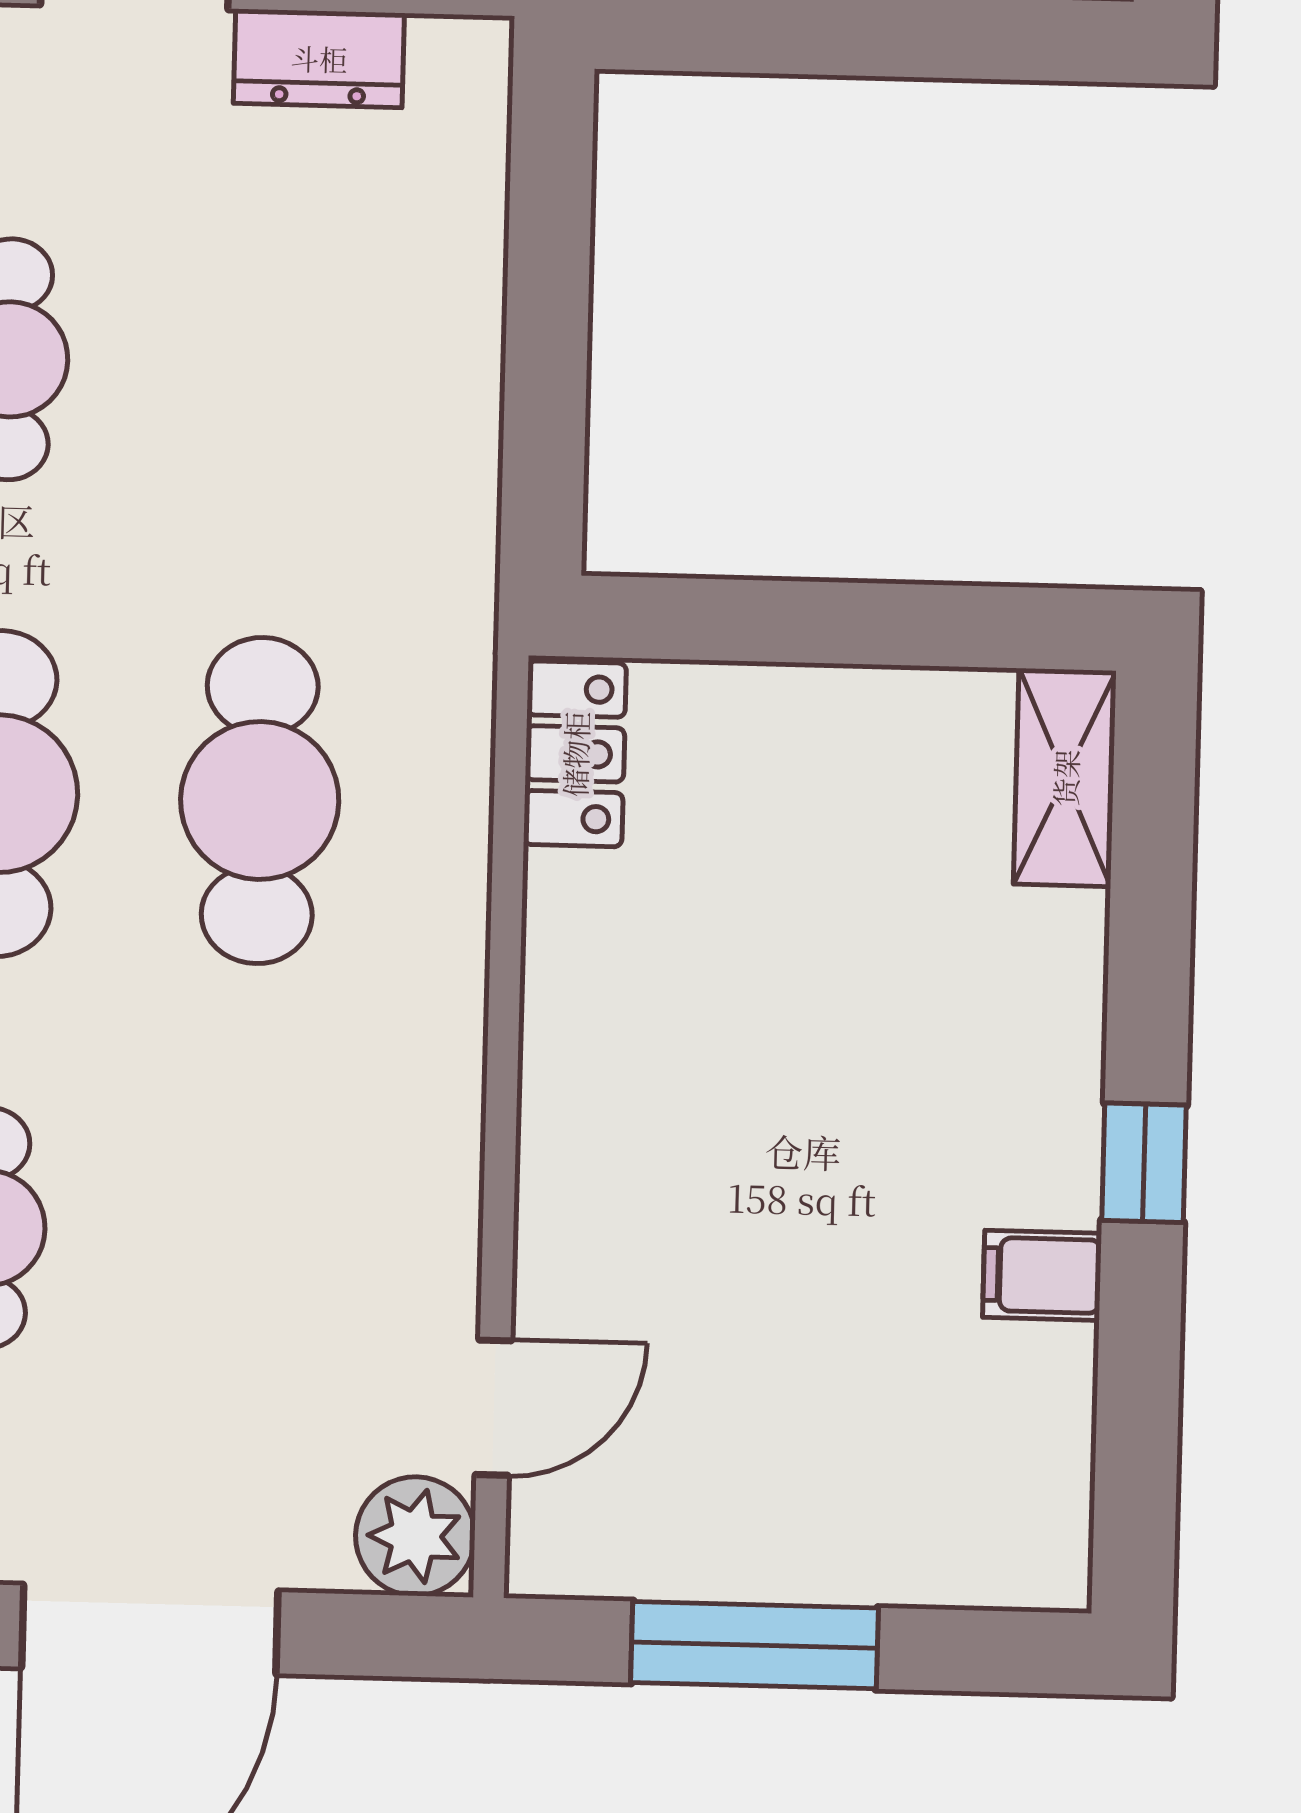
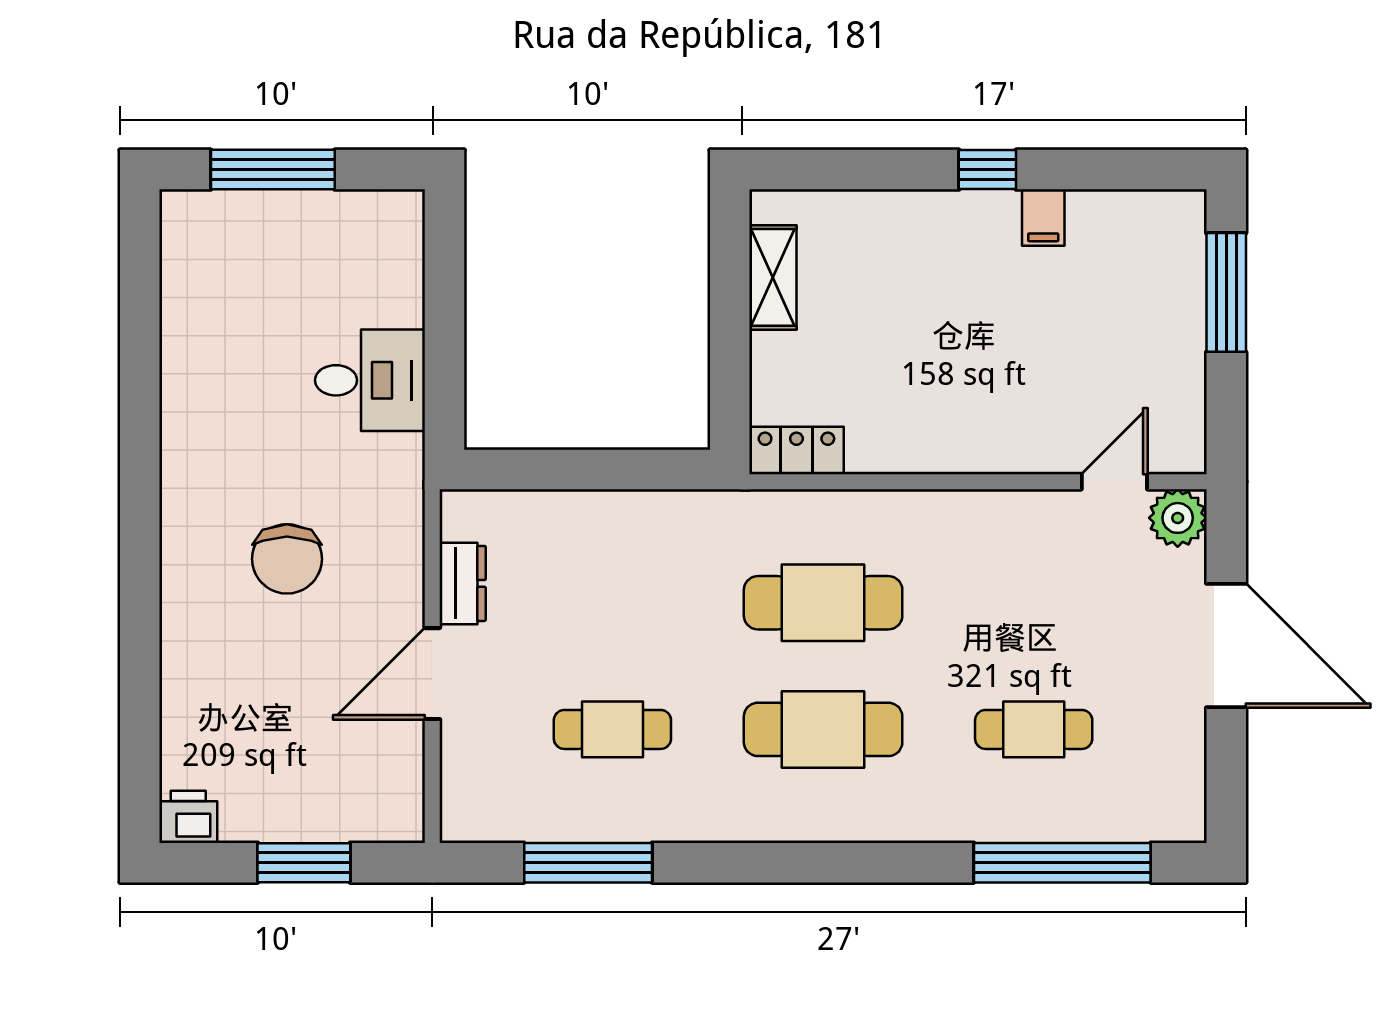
shelving: (1065, 778) -> (773, 277), moved, turned 90
door: (493, 1408) -> (1114, 482), hinge flipped
window: (754, 1645) -> (1226, 292), moved

